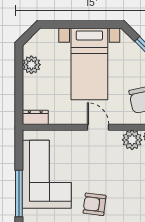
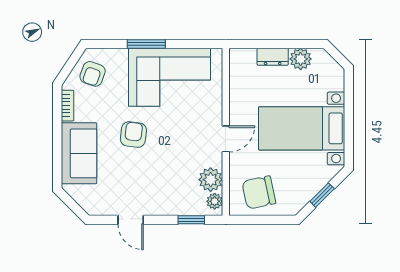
dresser: (35, 117) -> (273, 57), moved, turned 90
window: (19, 194) -> (146, 44), width x0.69

